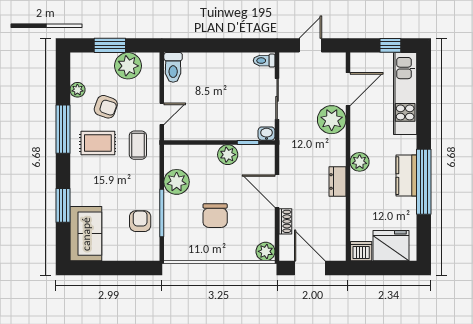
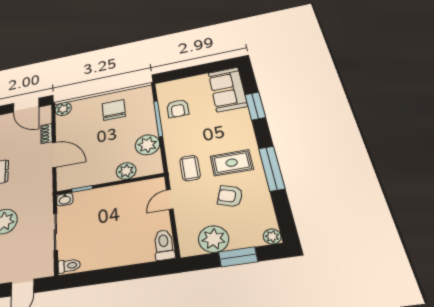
plant: (77, 90) -> (272, 236), moved
plant: (228, 155) -> (126, 171), moved
chair: (215, 216) -> (114, 110), moved

